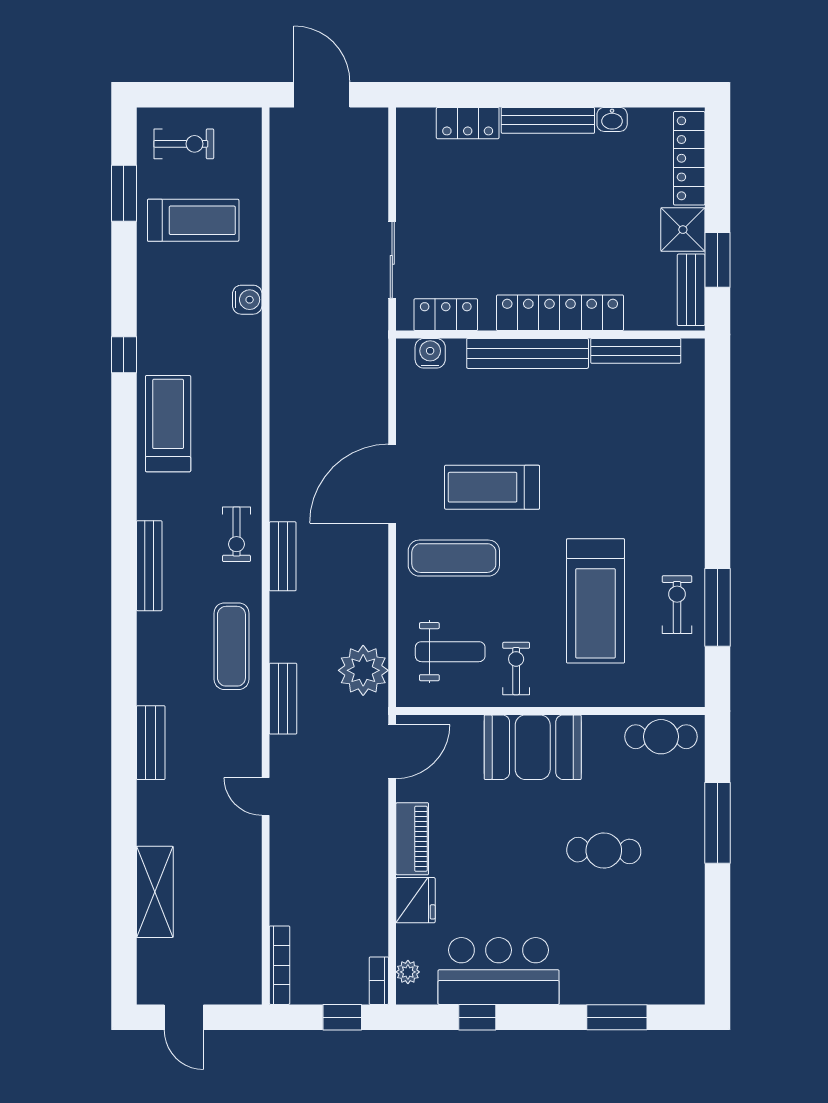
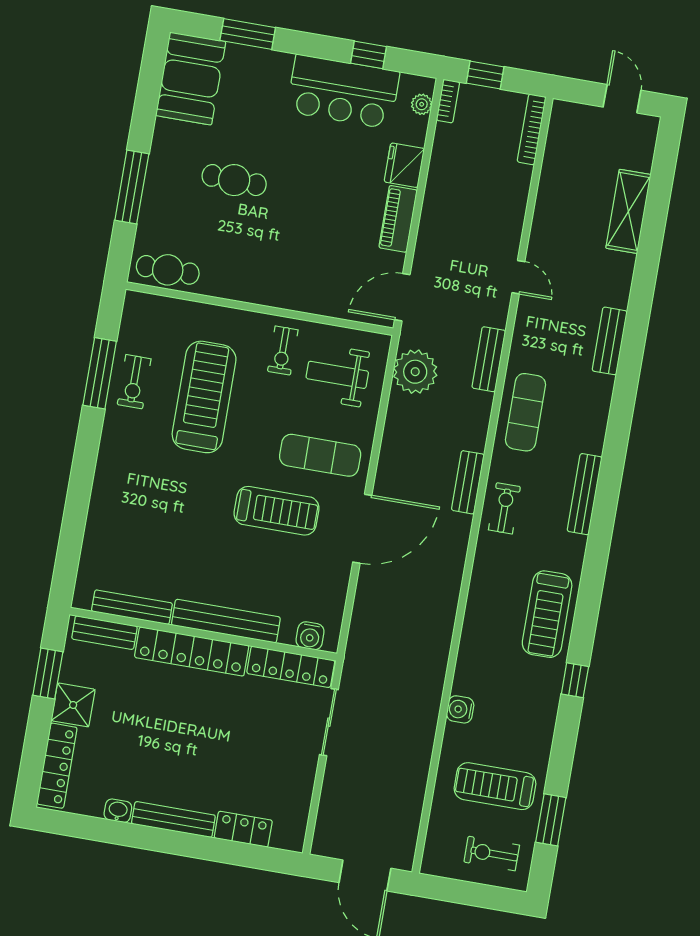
bench: (691, 290) -> (104, 633), moved, turned 90
locker: (446, 315) -> (291, 667), width x1.53
booth: (533, 747) -> (191, 78), moved, turned 90

